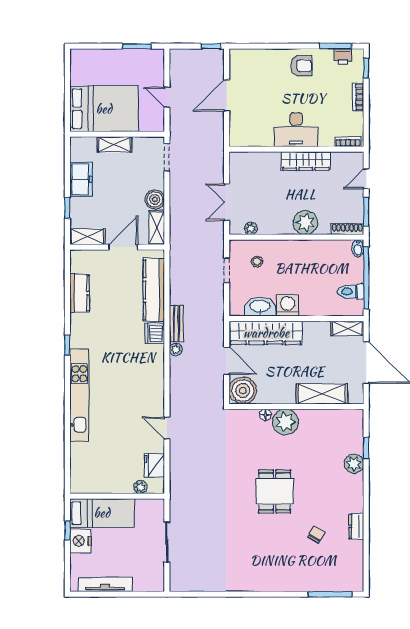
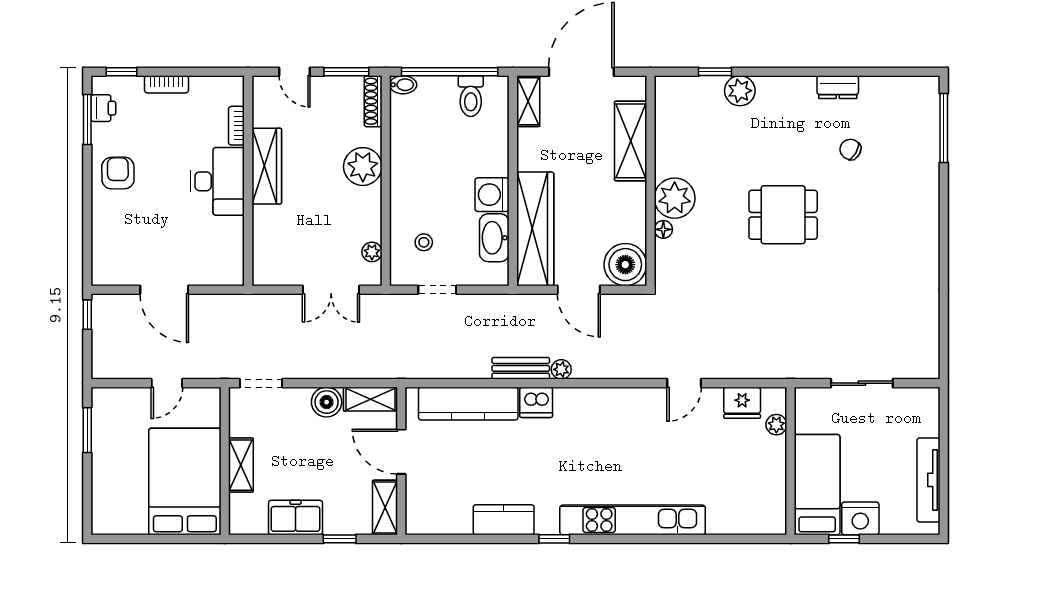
bookcase: (348, 142) -> (236, 126), moved
kitchen counter: (79, 293) -> (504, 520), moved
door: (227, 361) -> (579, 290), swing flipped

